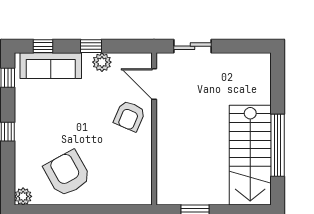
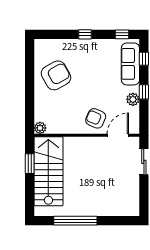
stairs: (250, 155) -> (48, 171), moved, turned 90
plant: (23, 196) -> (40, 128), moved

